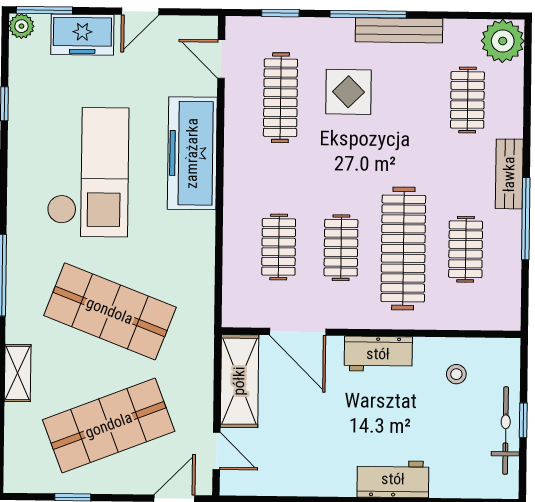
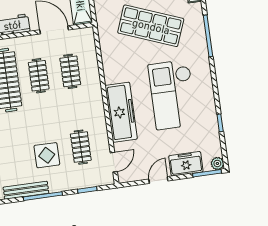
door: (221, 59) -> (114, 162), hinge flipped
clothes rail: (280, 98) -> (81, 147), width x0.73

